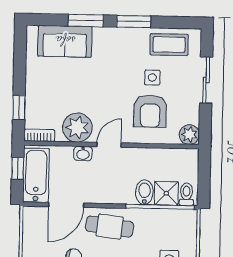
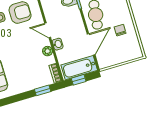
plant: (77, 128) -> (48, 51), width x0.53, depth x0.53
door: (66, 205) -> (91, 44), hinge flipped

